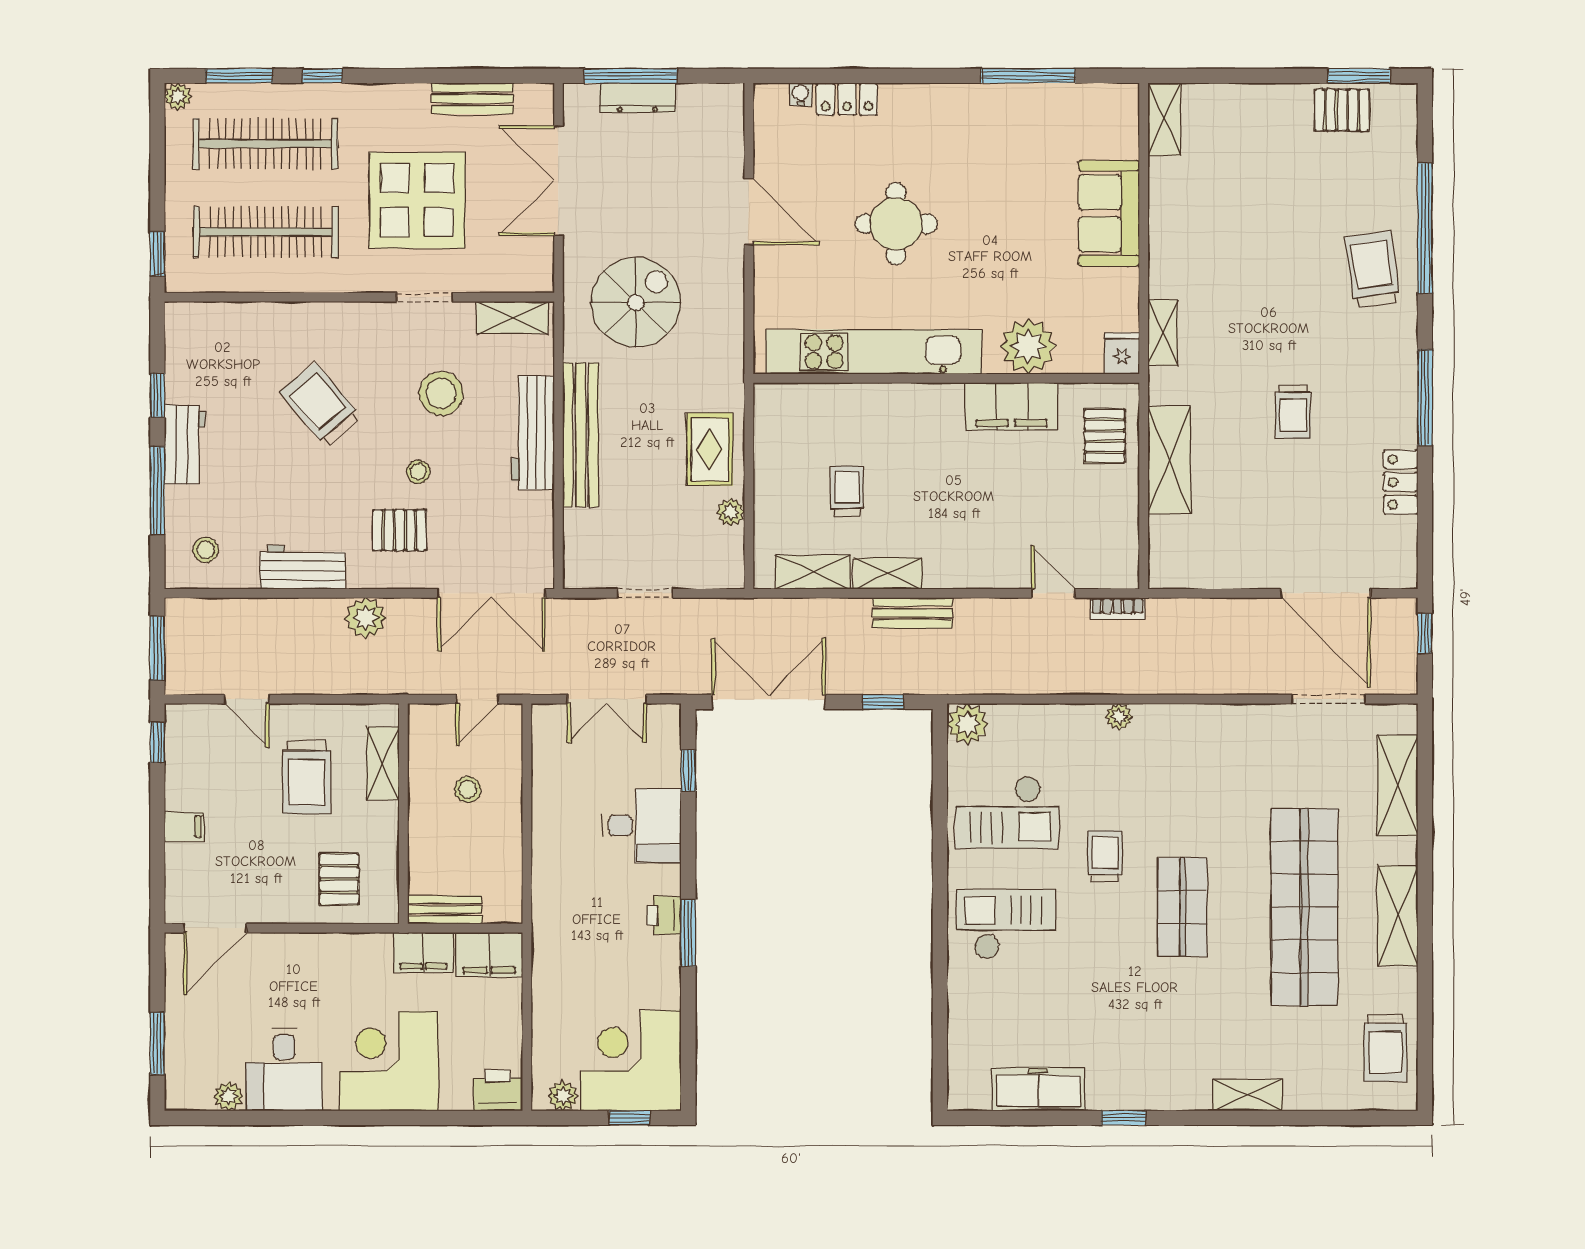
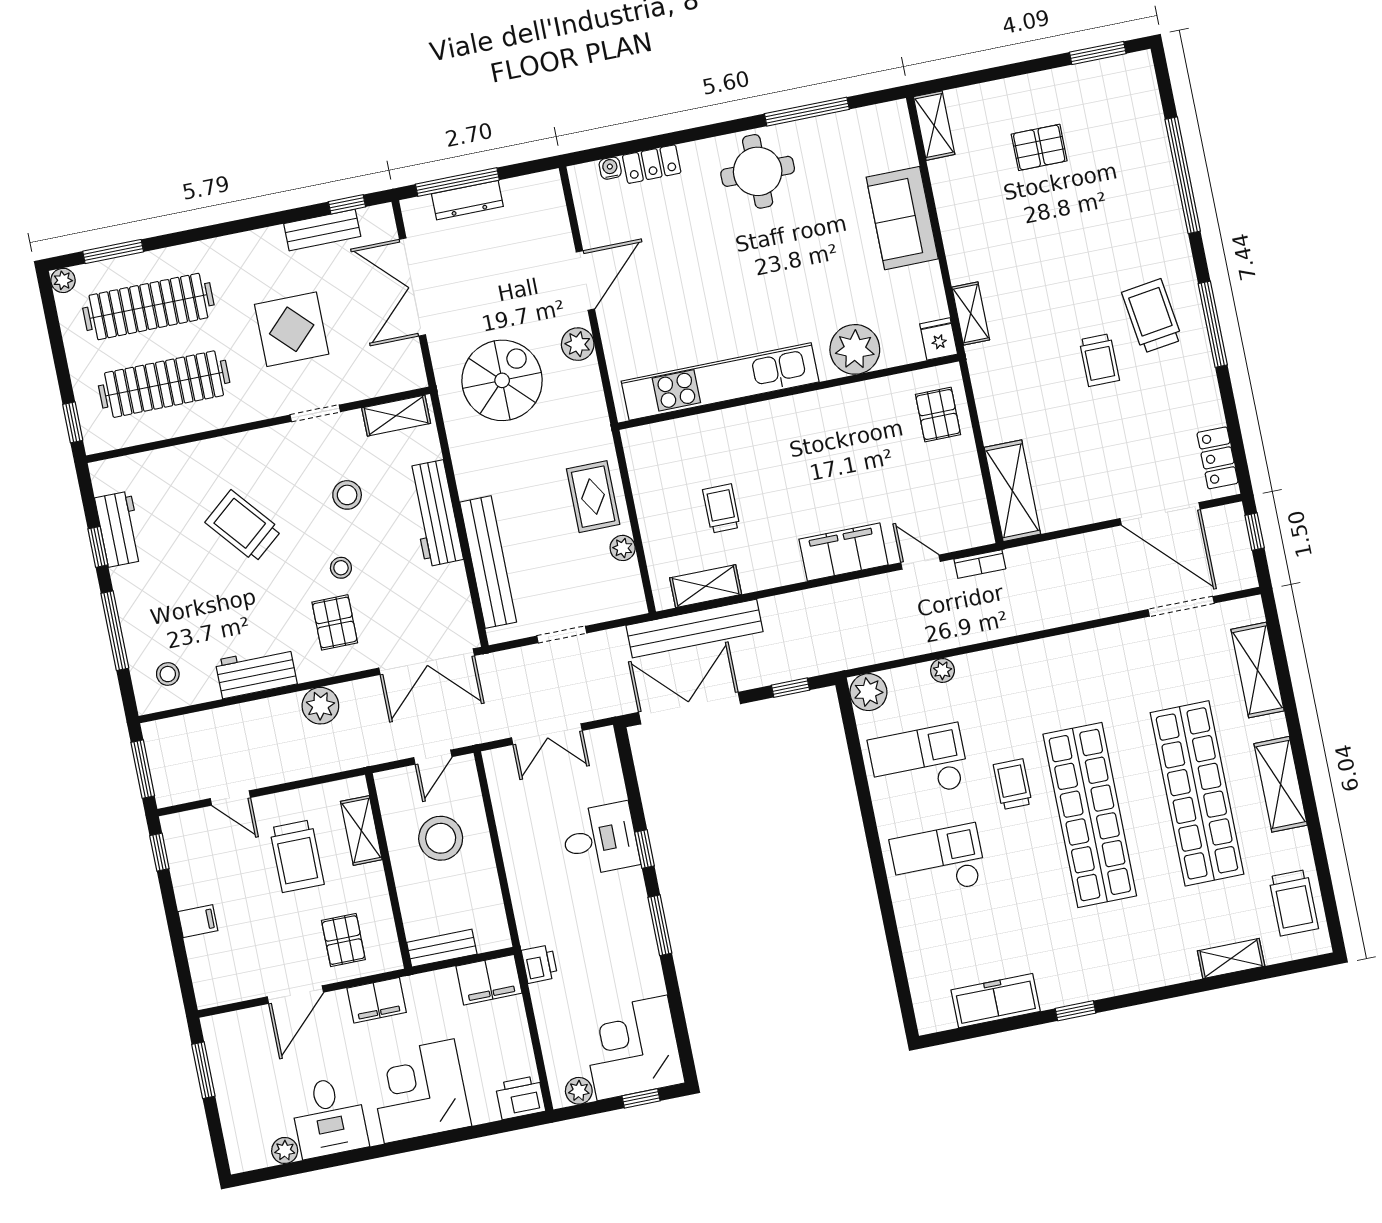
window: (322, 76) -> (347, 204), moved
pallet: (1342, 110) -> (1039, 147), moved
display table: (417, 200) -> (292, 329), width x0.73, depth x0.73
door: (749, 212) -> (585, 281), hinge flipped
round table: (896, 224) -> (758, 171), moved
trolley: (1372, 269) -> (1152, 316), moved
plant: (726, 279) -> (578, 344), added
stool: (441, 394) -> (347, 495), width x0.73, depth x0.73
filing cabinet: (1012, 406) -> (844, 552), moved, turned 180
bench: (581, 435) -> (488, 562), moved
workbench: (185, 445) -> (119, 529), moved
shelving: (1169, 460) -> (1012, 491), moved
locker: (1401, 482) -> (1218, 458), moved
pallet: (400, 530) -> (335, 622), turned 90
shelving: (888, 574) -> (772, 574), removed
bench: (912, 613) -> (694, 628), moved, width x1.86, depth x1.21
plant: (1119, 717) -> (942, 670), moved
window: (688, 770) -> (645, 849), moved
stool: (468, 789) -> (441, 838), width x1.89, depth x1.89
checkout: (1007, 812) -> (919, 763), turned 180
shop shelf: (1182, 907) -> (1090, 815), width x2.00, depth x1.36
printer: (664, 915) -> (540, 964), moved, turned 180
door: (215, 928) -> (295, 995), moved
filing cabinet: (423, 952) -> (377, 1000), moved
window: (157, 1044) -> (203, 1070), moved
shelving: (1247, 1095) -> (1231, 958), moved

